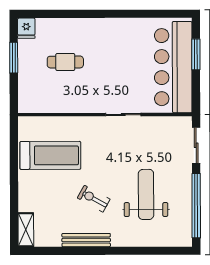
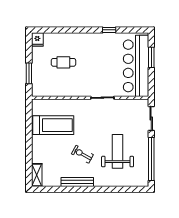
window: (133, 14) -> (109, 30), added
window: (14, 58) -> (29, 73), moved

